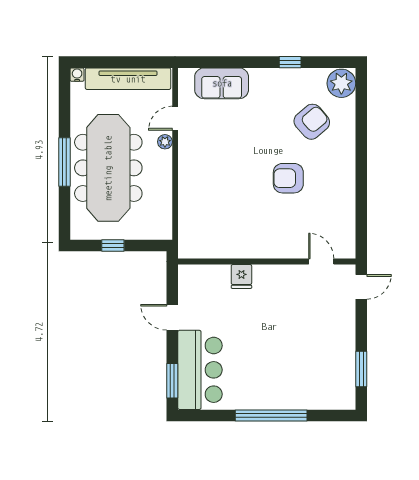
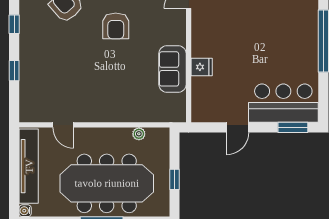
window: (237, 62) -> (14, 71), added
sofa: (222, 83) -> (173, 69), moved, turned 180
plant: (165, 142) -> (139, 134), moved

